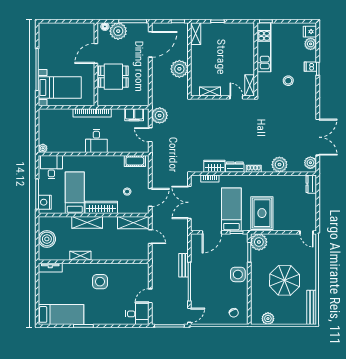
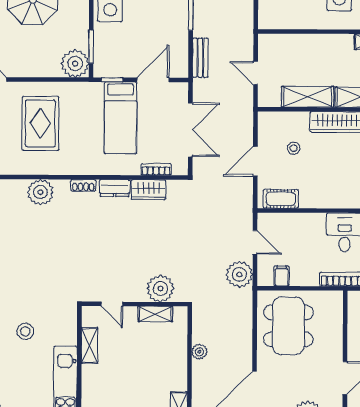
plant: (179, 69) -> (199, 352), width x0.53, depth x0.53
dining table: (113, 77) -> (288, 326), moved, width x1.37
shelving: (250, 85) -> (89, 345), moved
plant: (207, 107) -> (160, 289), added
filing cabinet: (134, 115) -> (282, 276), width x0.50
door: (150, 197) -> (255, 161), moved
rug: (262, 213) -> (40, 123), moved
shelving: (133, 223) -> (308, 97), moved
bench: (184, 265) -> (200, 58), moved

